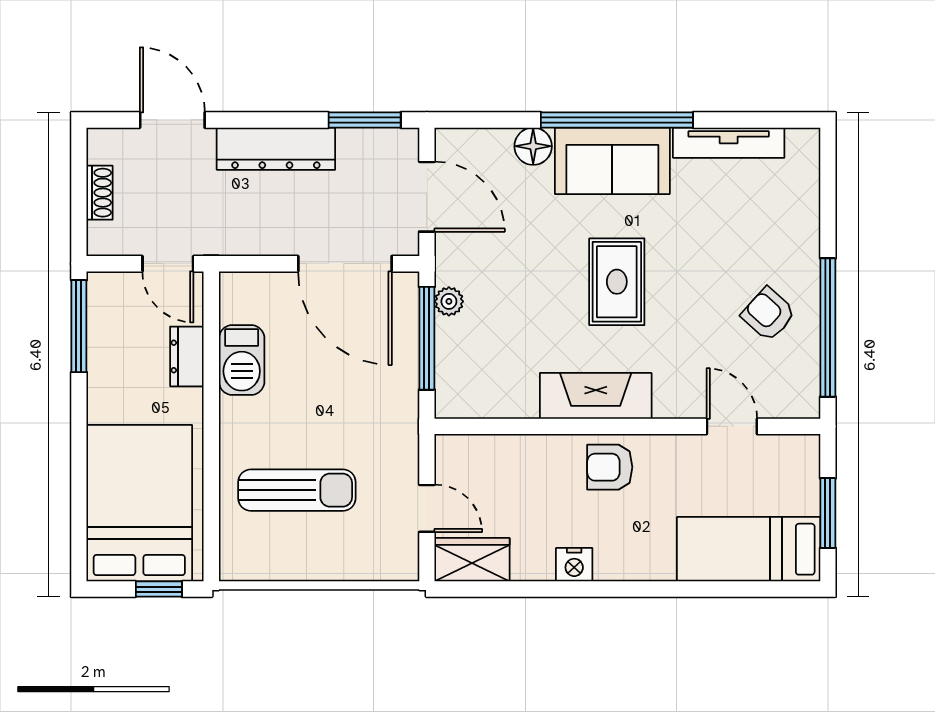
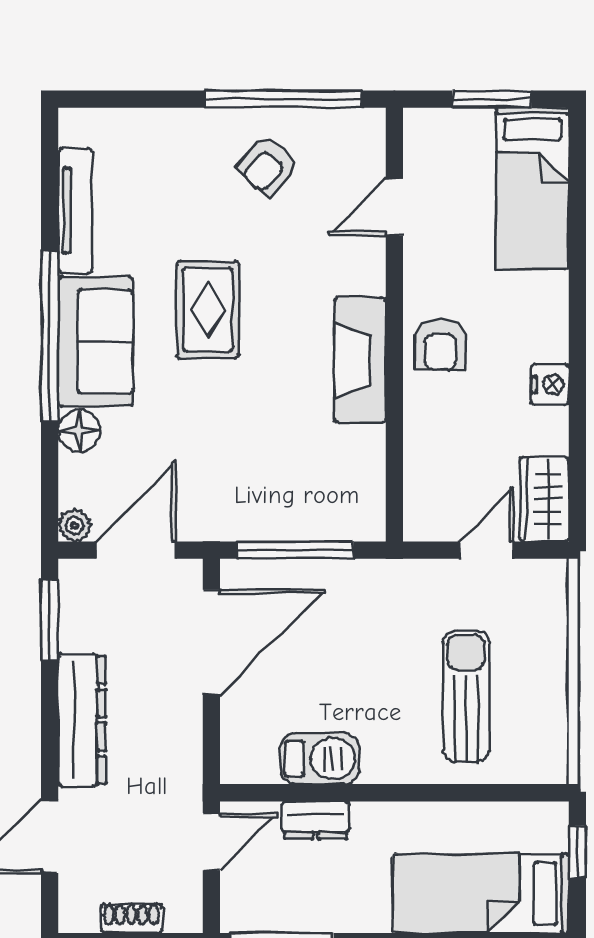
rug: (617, 282) -> (208, 310), moved, turned 90
plant: (449, 301) -> (74, 525), moved
bed: (139, 503) -> (481, 894), width x0.67

